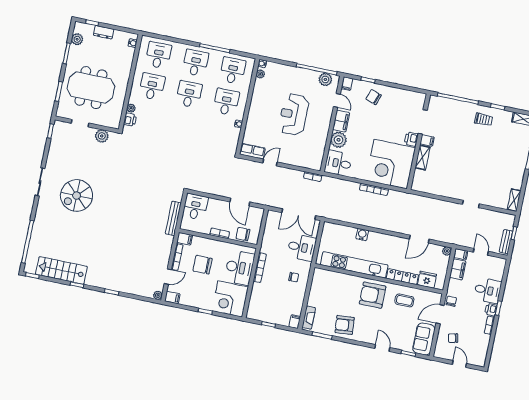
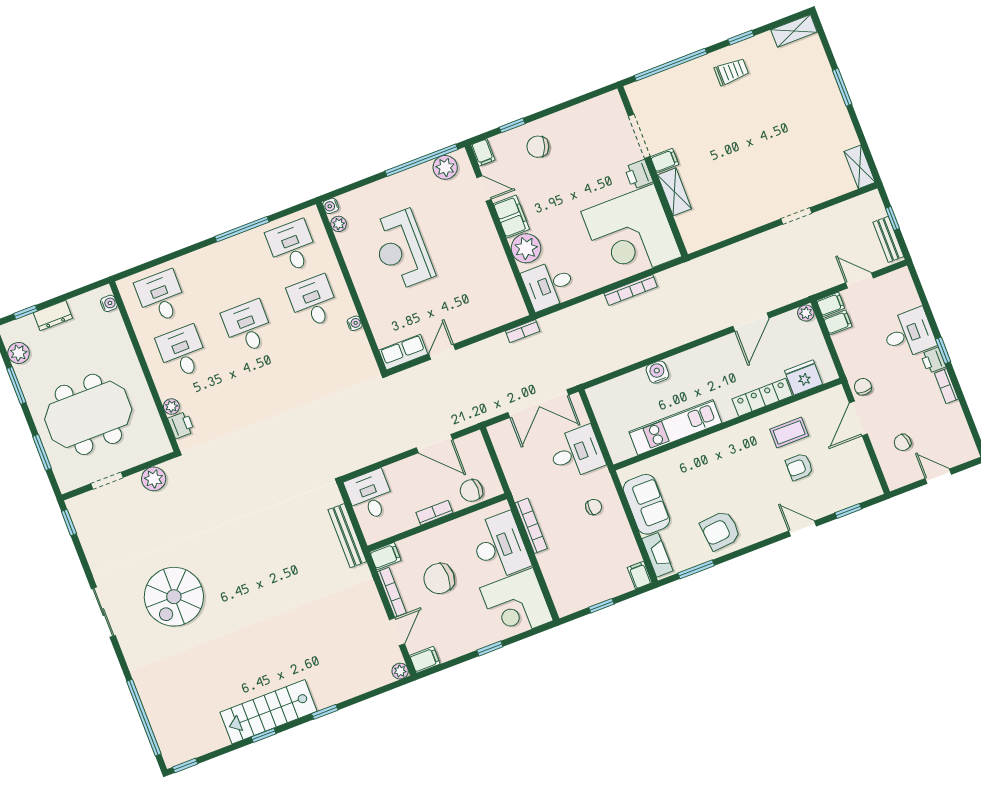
desk: (195, 63) -> (226, 271), removed
reception desk: (294, 114) -> (402, 250), moved
kitchen unit: (354, 265) -> (675, 427), width x0.73
filing cabinet: (458, 269) -> (838, 322), width x0.50
stairs: (61, 270) -> (268, 712), moved
armchair: (373, 295) -> (799, 467), moved, width x0.53, depth x0.53
sofa: (424, 339) -> (646, 504), moved, turned 180

